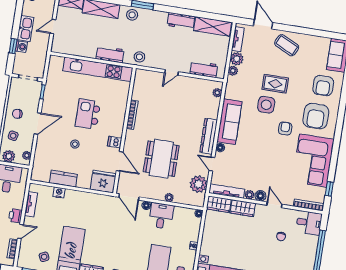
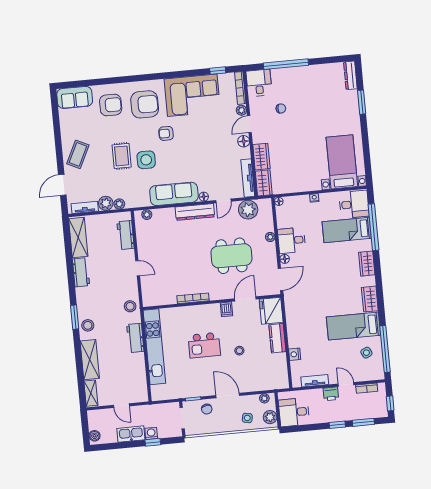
chair: (17, 114) -> (207, 409), moved
kitchen counter: (63, 179) -> (277, 338), moved
plant: (249, 195) -> (241, 110), moved

